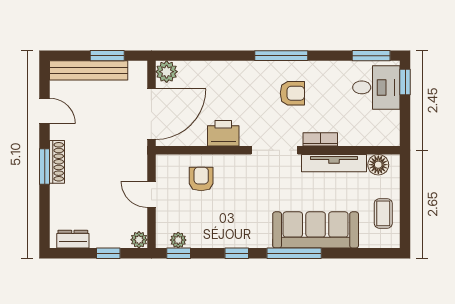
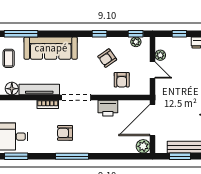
armchair: (224, 214) -> (107, 58), added
plant: (139, 240) -> (160, 55), moved
window: (294, 253) -> (21, 34), moved

